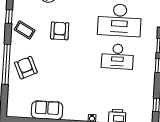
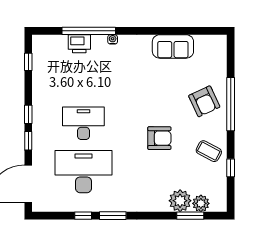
armchair: (60, 31) -> (159, 138), moved, turned -90

